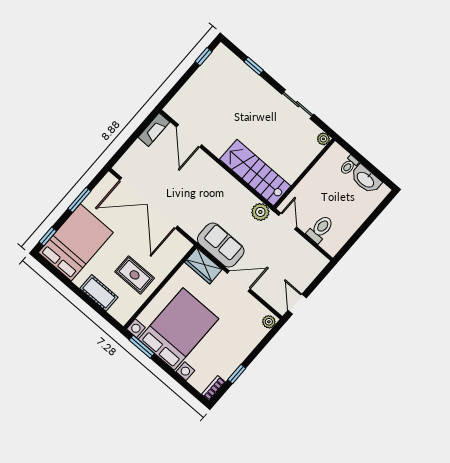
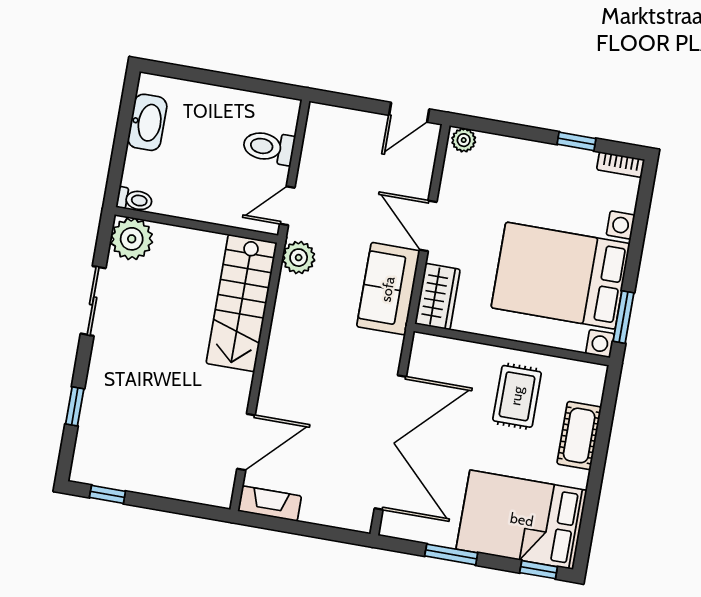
plant: (323, 139) -> (132, 239), width x1.88, depth x1.88
toilet: (349, 165) -> (134, 200), moved

